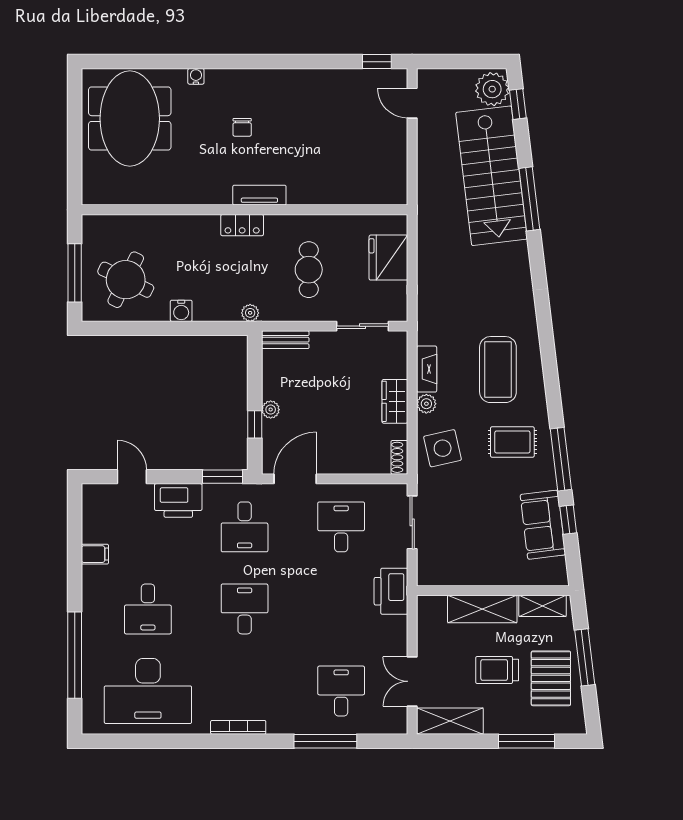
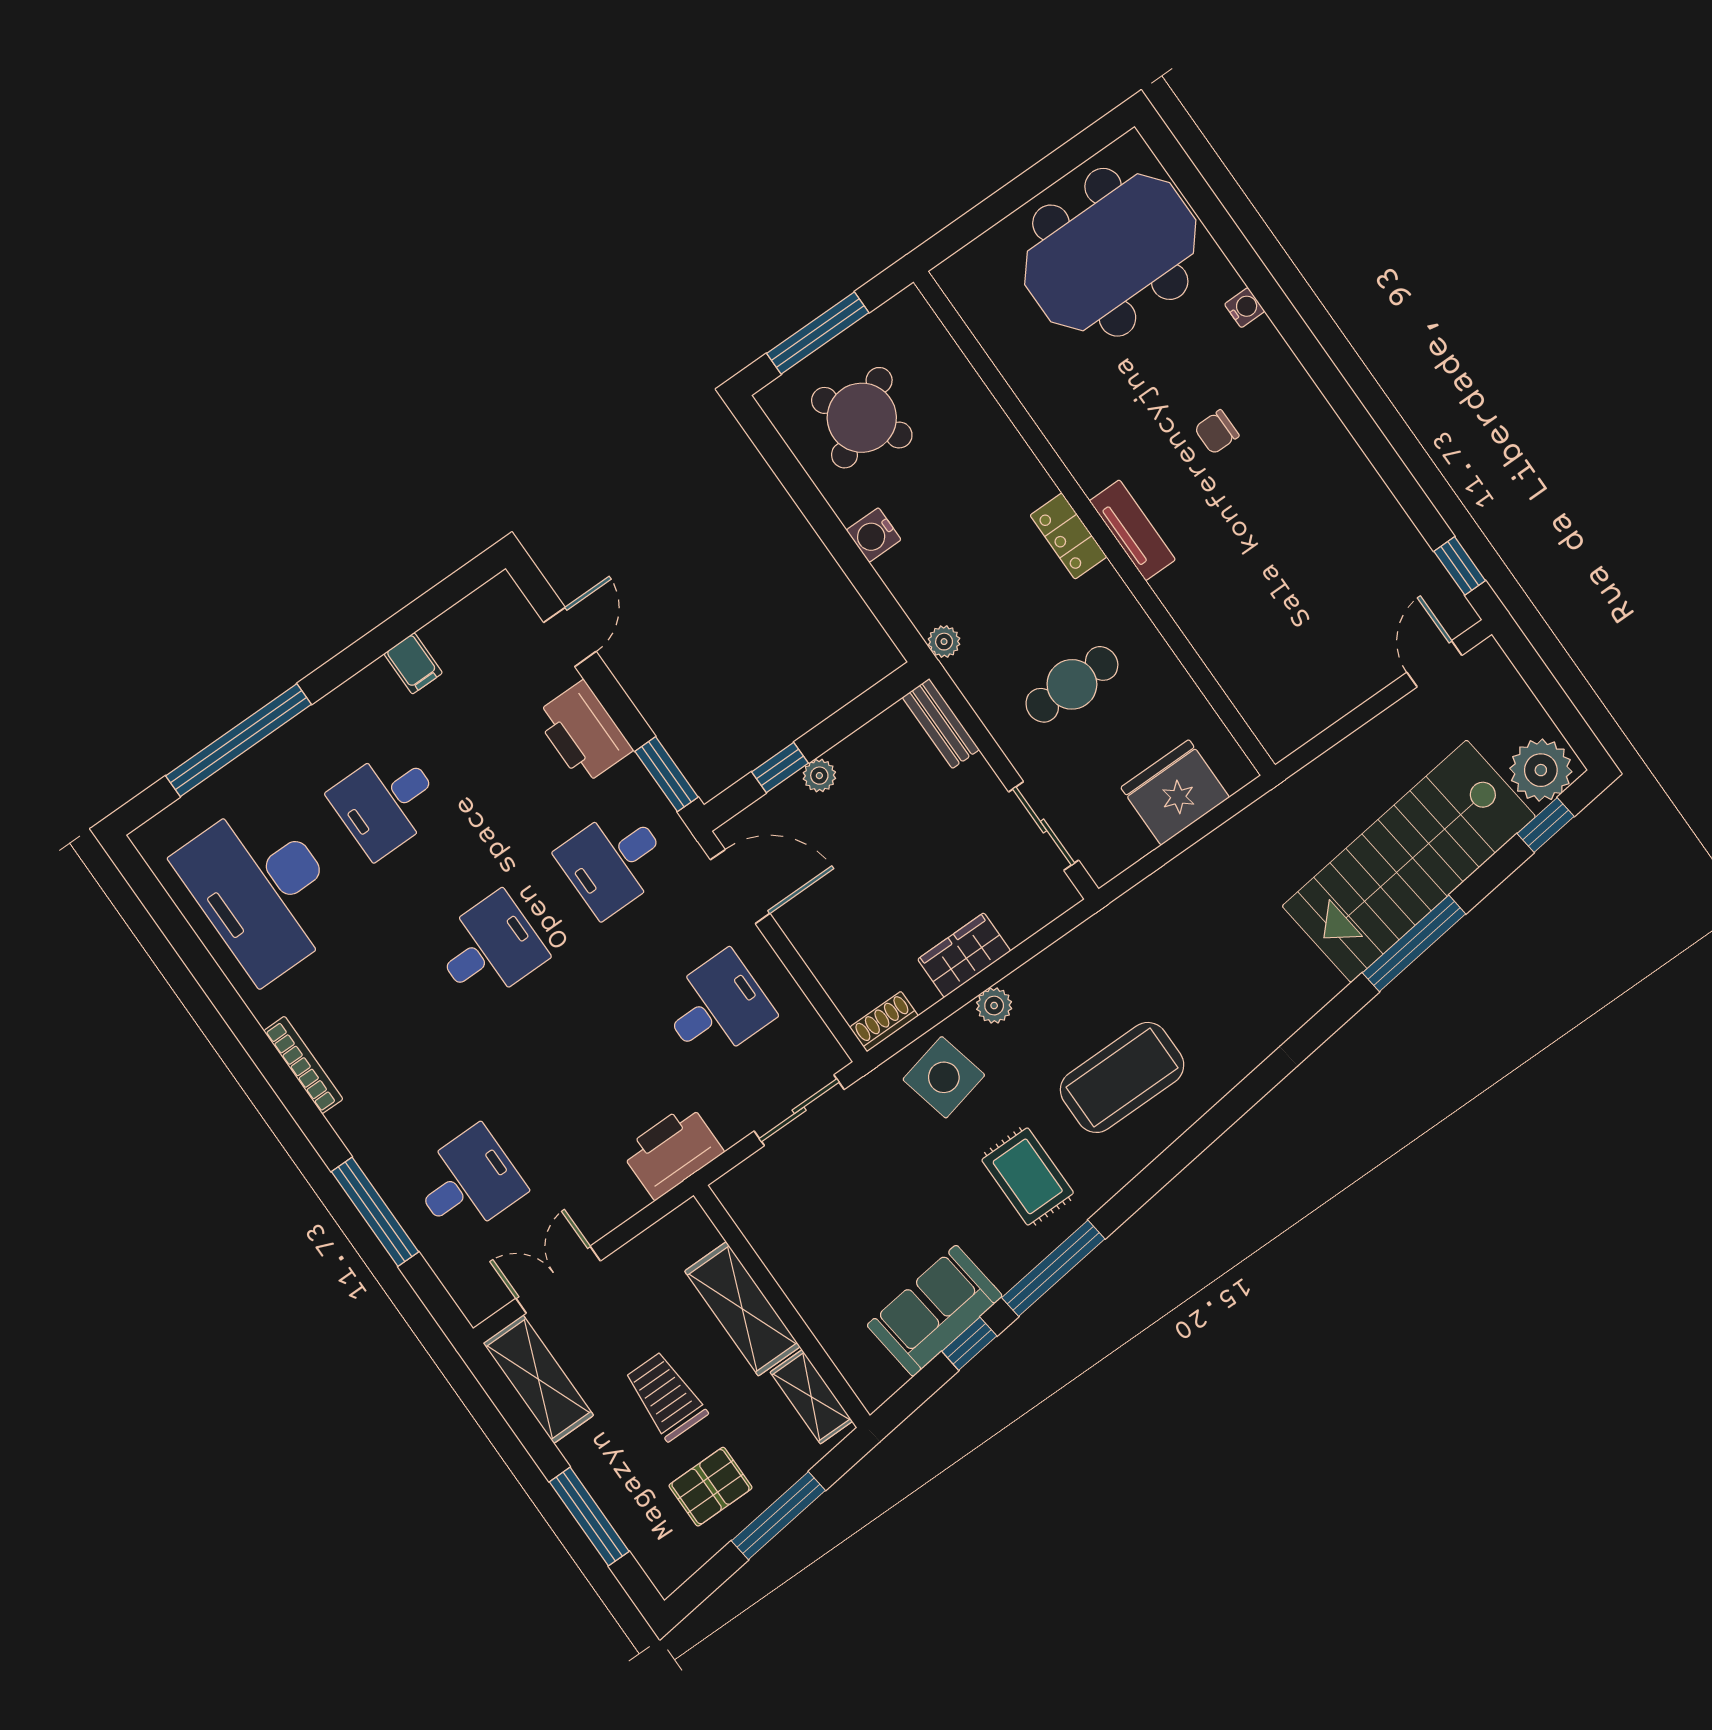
round table: (126, 280) -> (862, 418), turned 34
fireplace: (427, 369) -> (1047, 969), removed
pallet: (551, 678) -> (710, 1487), width x0.67, depth x0.71

